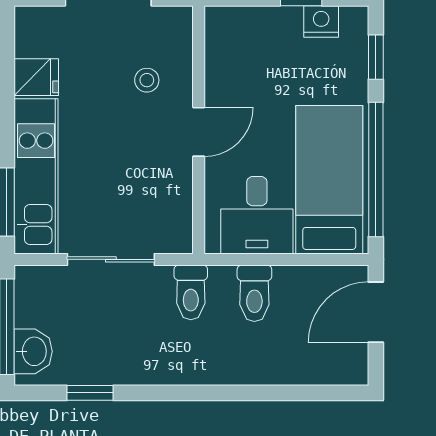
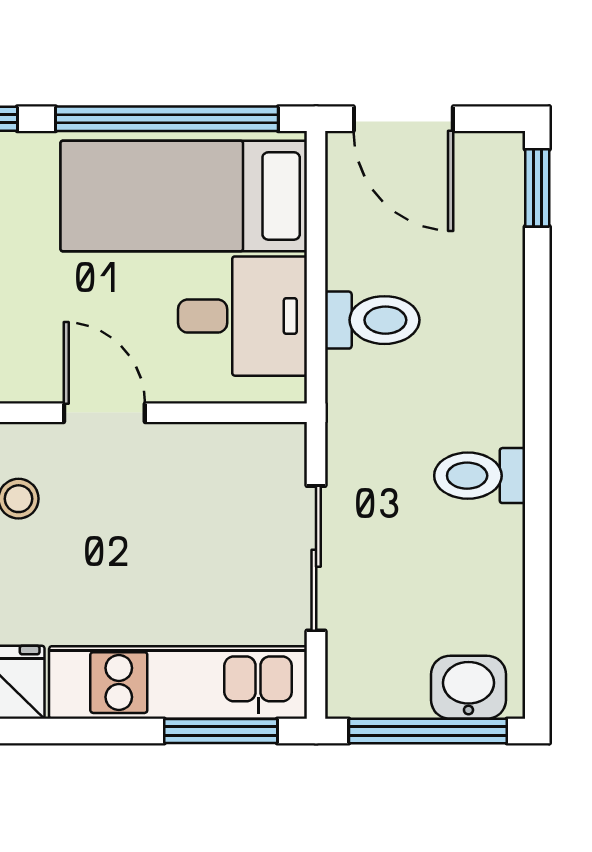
toilet: (191, 292) -> (480, 476), moved, turned 180
window: (90, 393) -> (537, 188), moved

